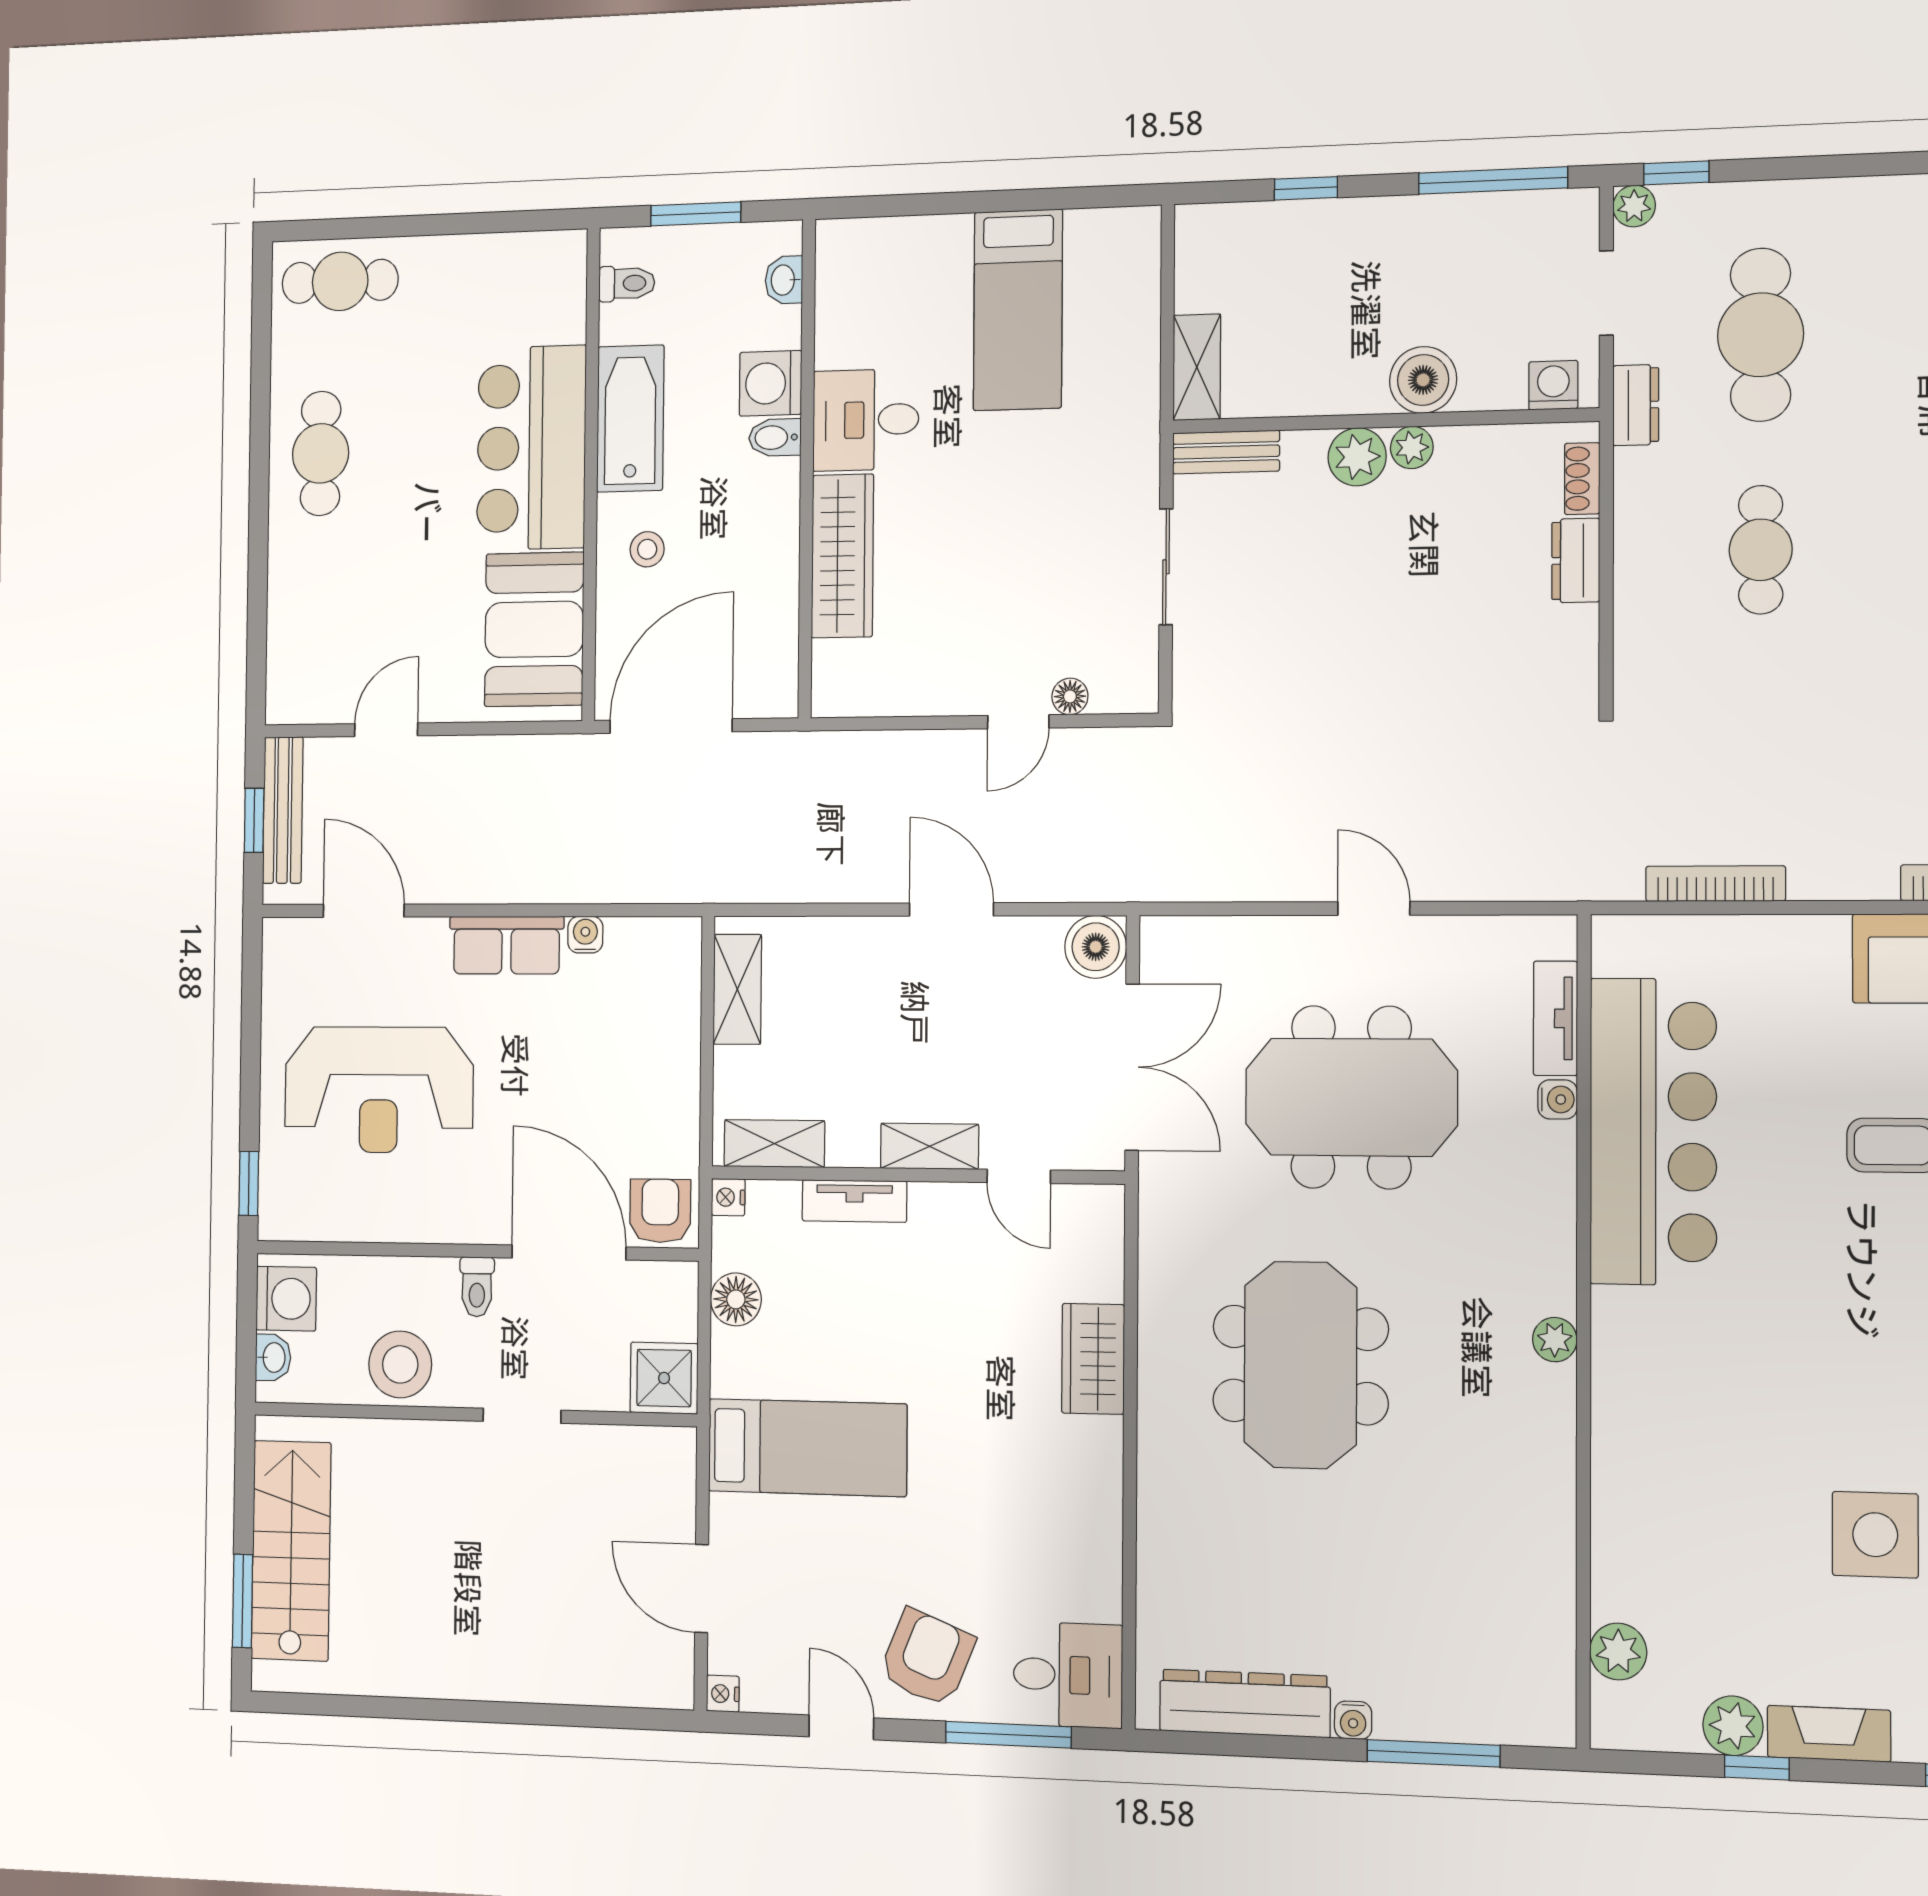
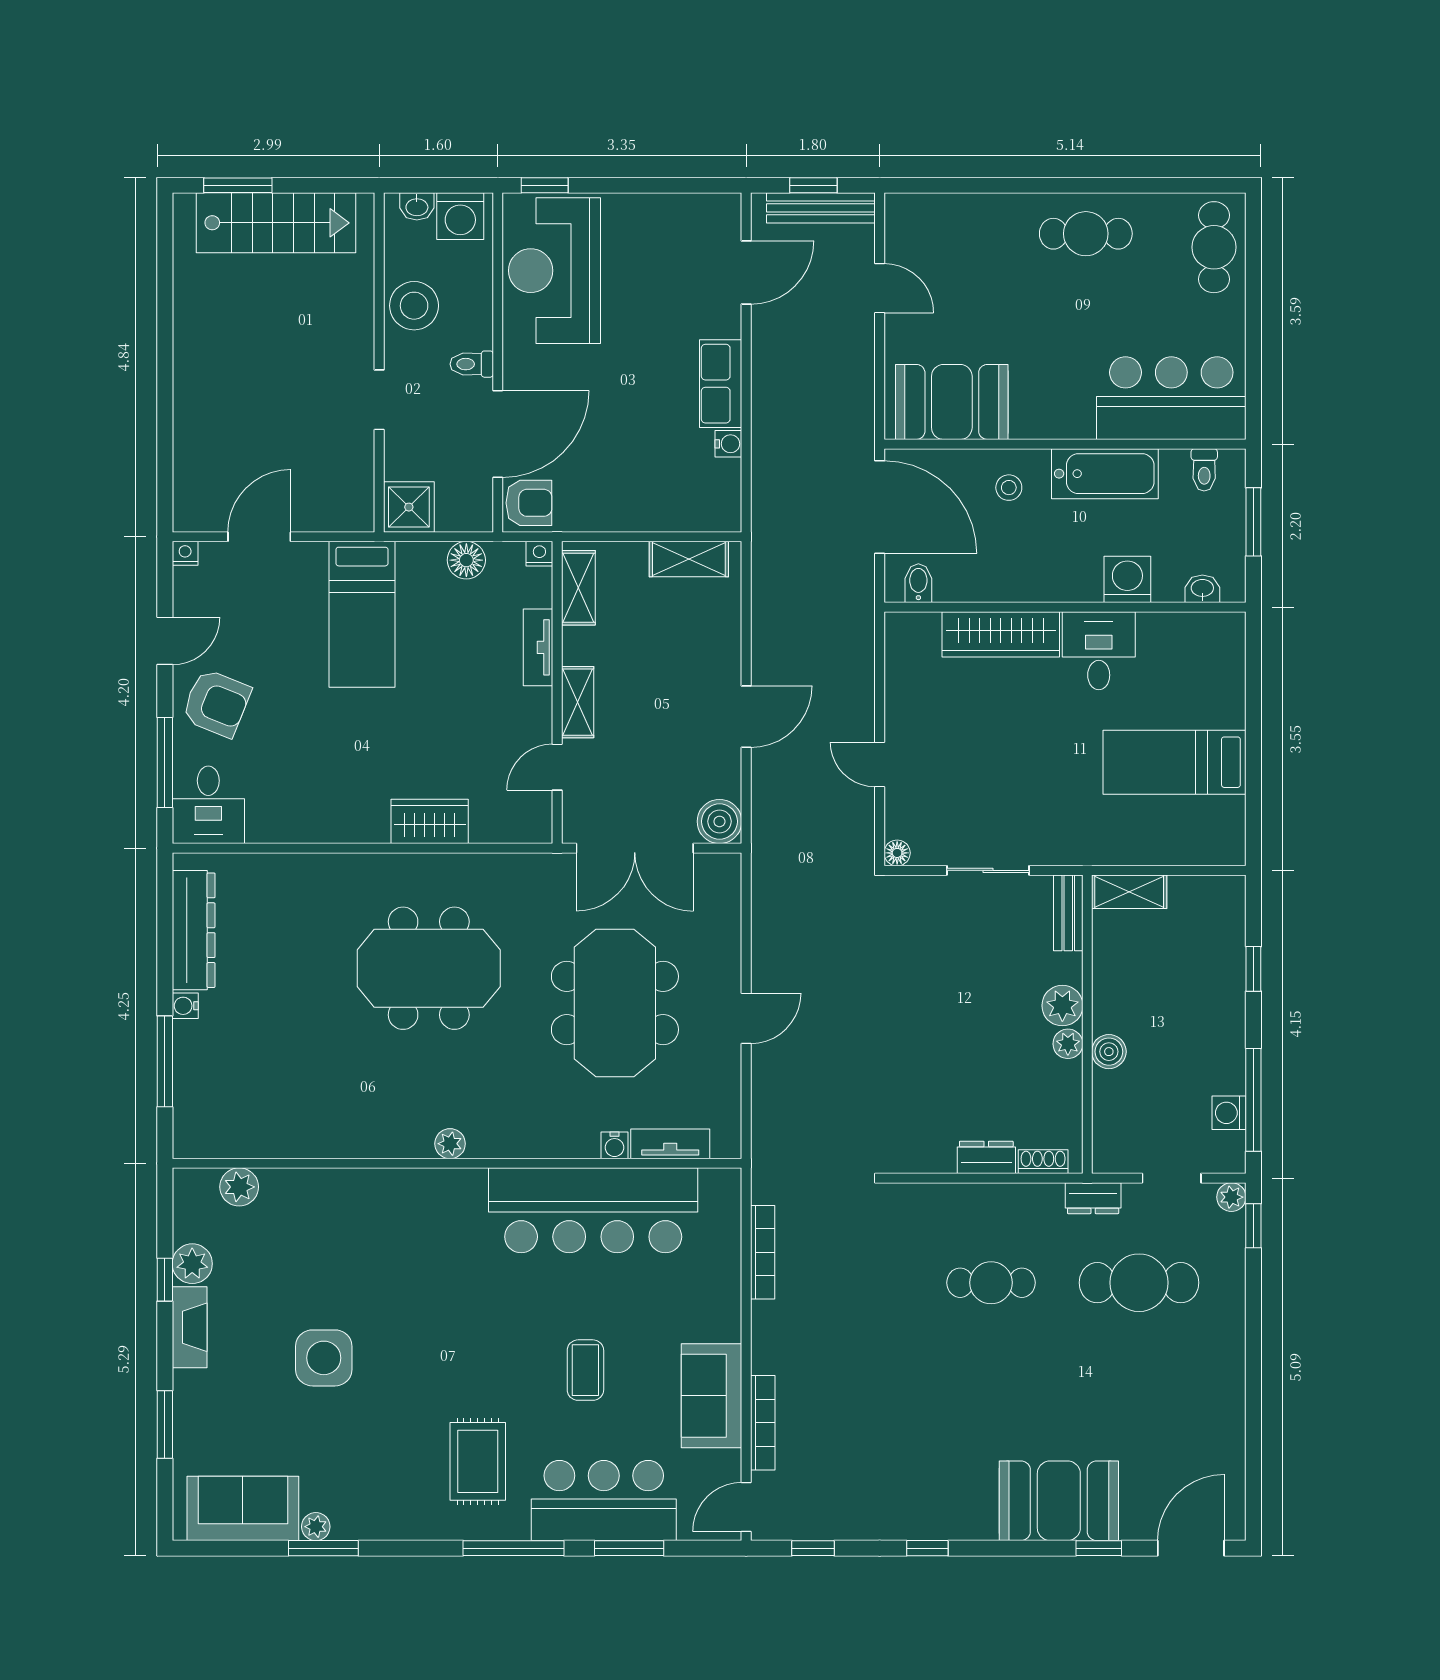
boiler: (1423, 380) -> (1109, 1052), width x0.73, depth x0.73
washing machine: (1553, 385) -> (1229, 1113), moved, turned 180
bidet: (775, 438) -> (918, 583), moved
bar counter: (531, 448) -> (1171, 398), moved
floor lamp: (1070, 696) -> (897, 853), moved
reception desk: (379, 1090) -> (555, 271), moved

